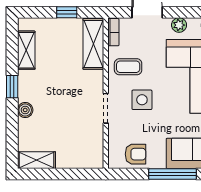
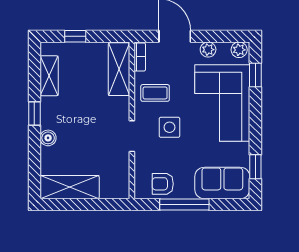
window: (67, 12) -> (75, 36), moved
armchair: (135, 154) -> (163, 184), turned 180
shelving: (36, 160) -> (70, 187), width x1.50, depth x1.33
window: (173, 174) -> (184, 205), moved

